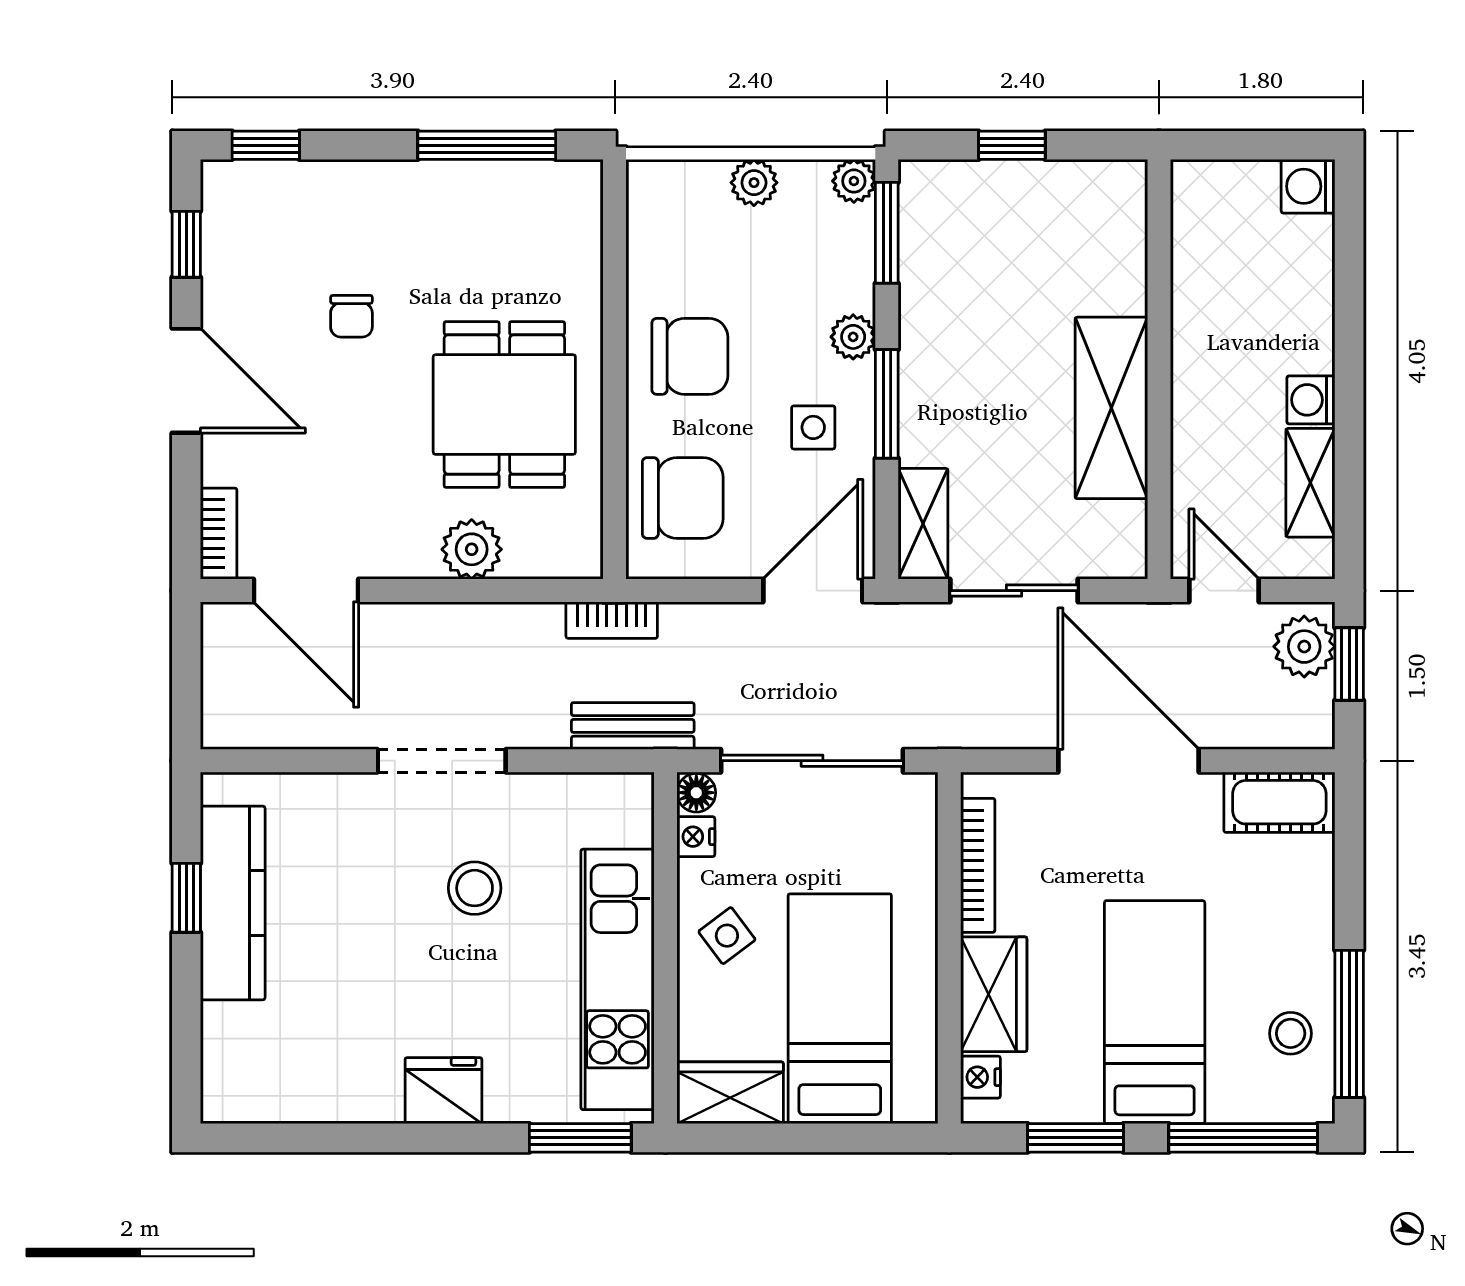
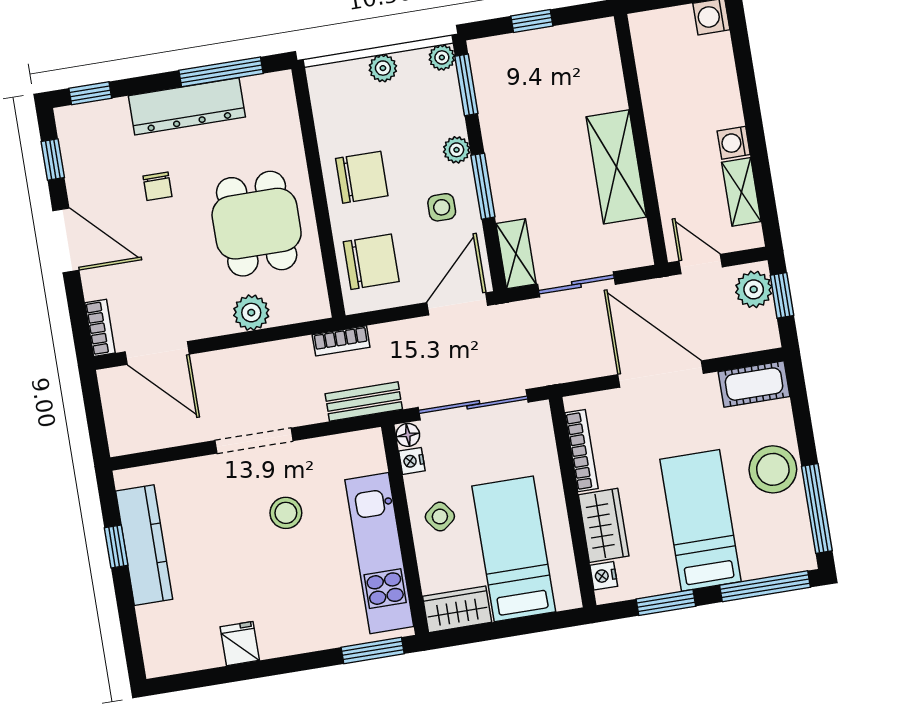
dresser: (421, 193) -> (187, 106), added
stool: (1291, 1033) -> (773, 469), moved, width x1.89, depth x1.89
fridge: (443, 1091) -> (240, 644), moved, width x0.72

